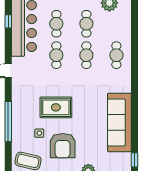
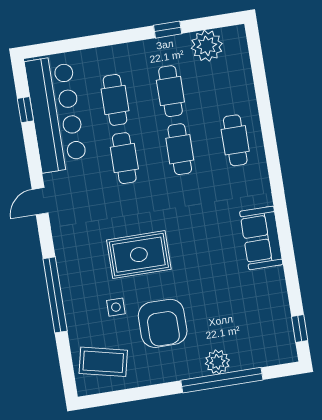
sofa: (119, 122) -> (261, 238), width x0.54, depth x0.79

